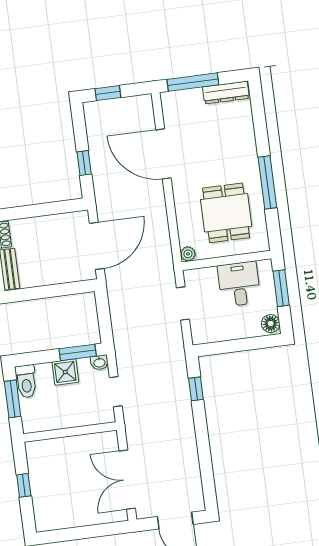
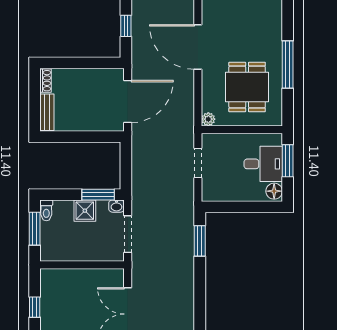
door: (163, 154) -> (198, 47), moved
desk: (239, 284) -> (263, 164), moved, turned 90
toilet: (26, 381) -> (46, 210), width x0.73, depth x0.72
window: (196, 389) -> (200, 241), width x1.50
doorway: (116, 392) -> (128, 234), width x1.38

